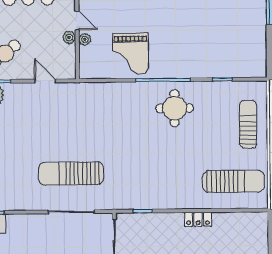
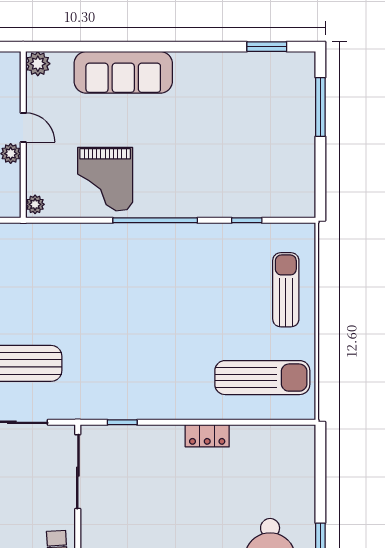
plant: (85, 39) -> (35, 204), moved
round table: (175, 108) -> (173, 264), removed

